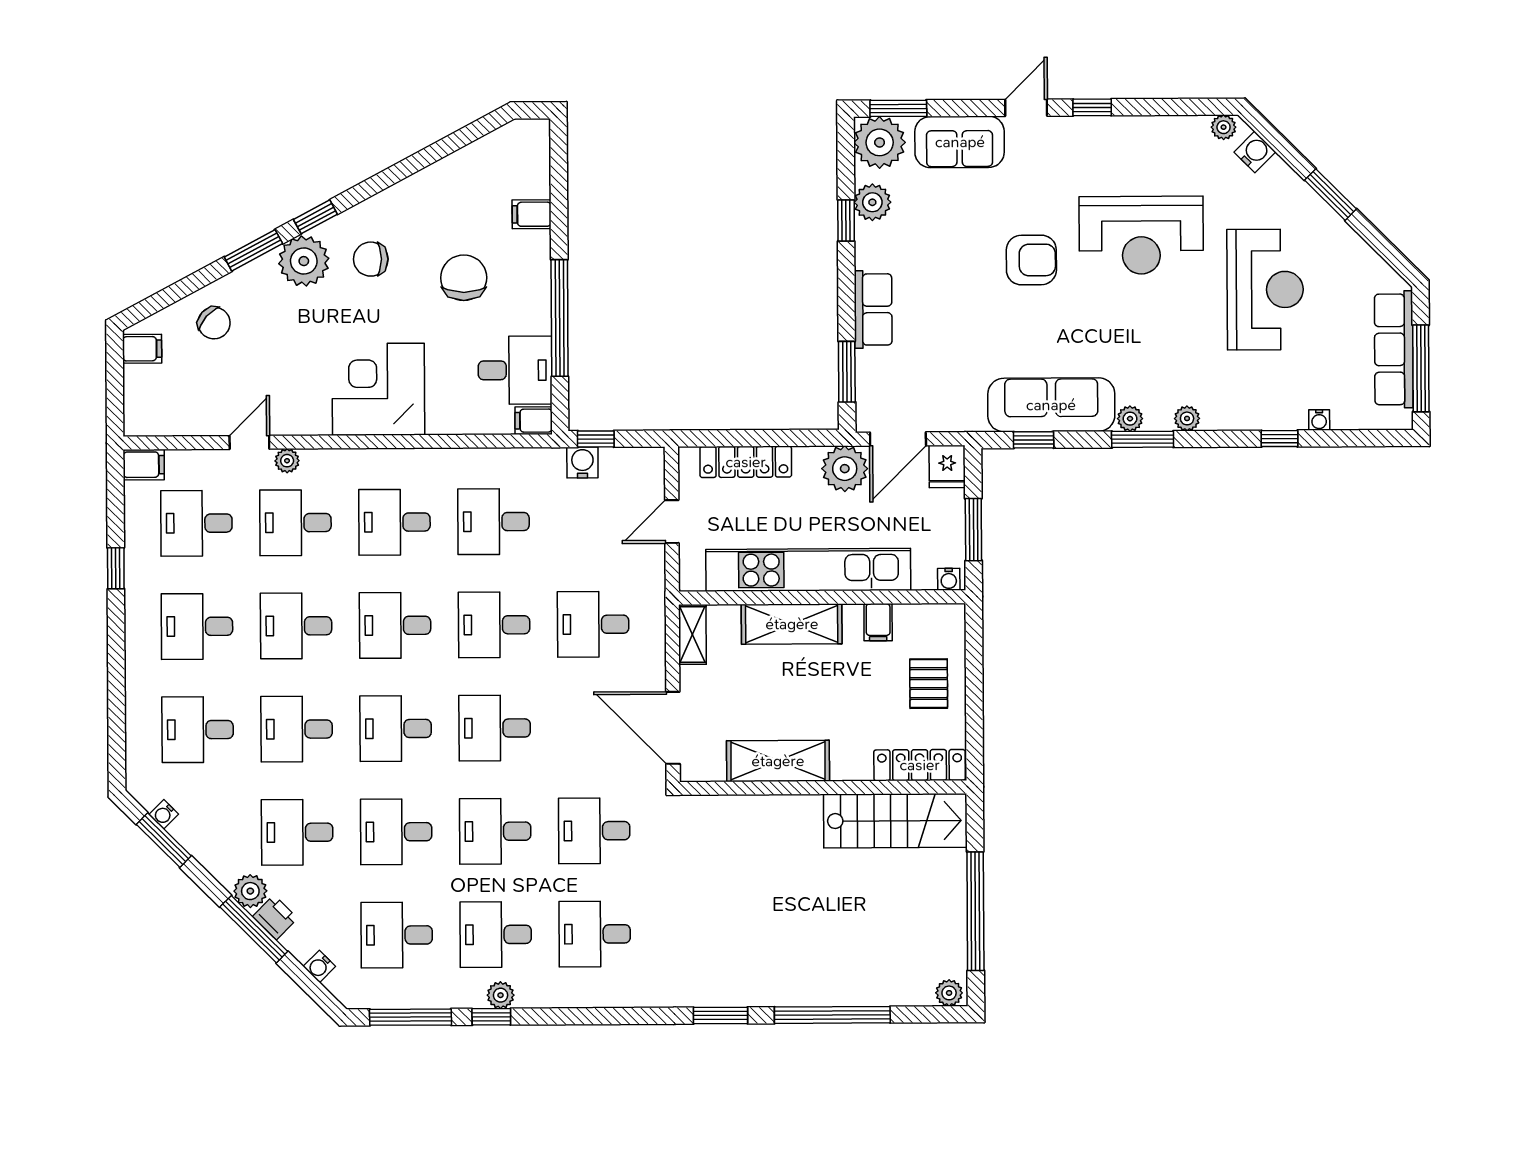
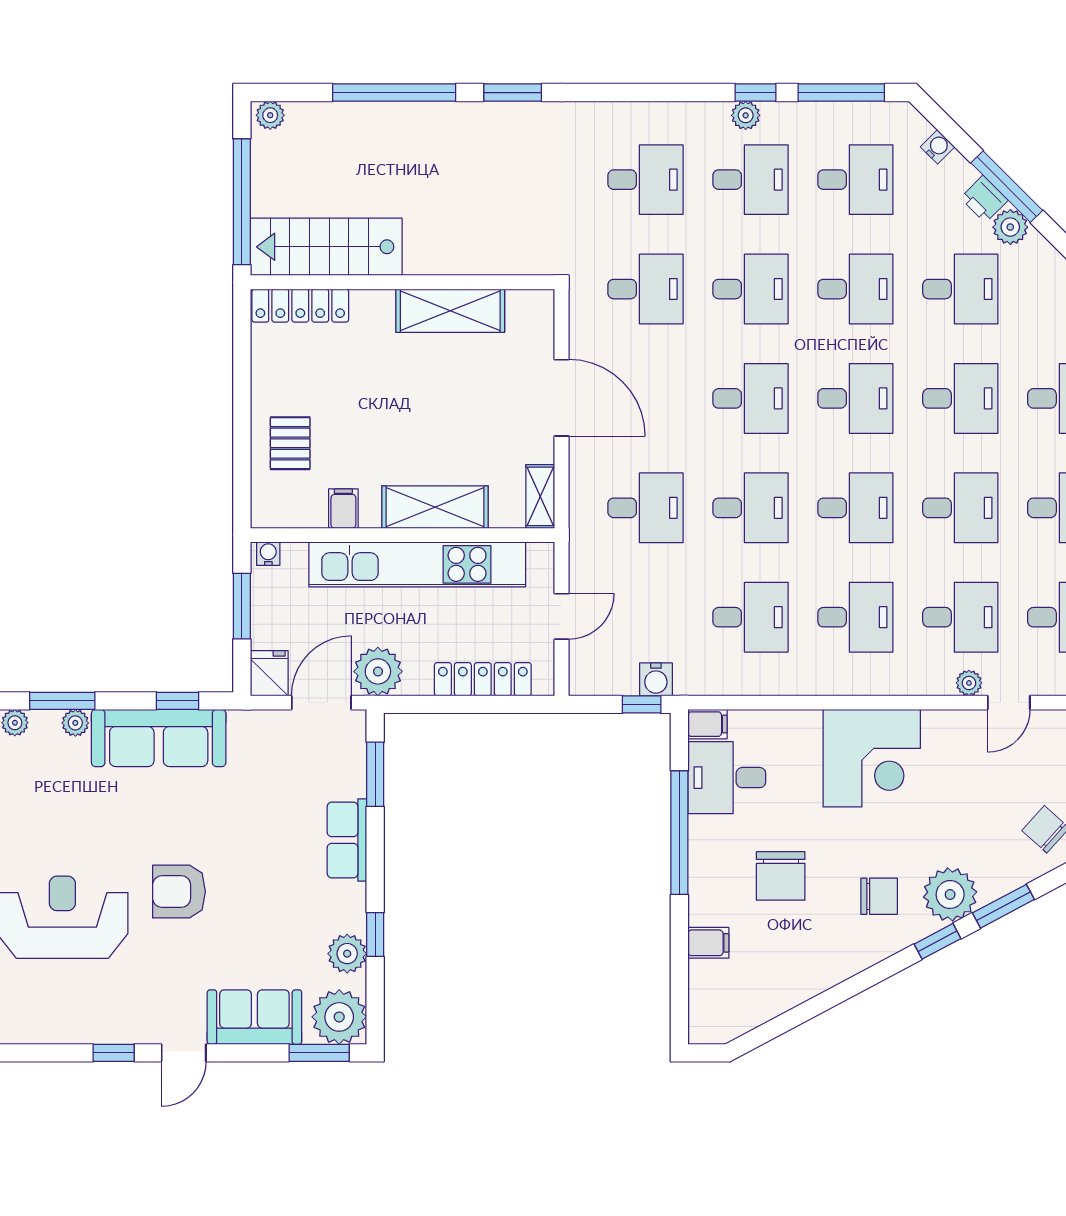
shelving: (778, 761) -> (450, 311), moved
locker: (920, 765) -> (300, 306), moved
wall: (823, 788) -> (402, 282), moved
stairs: (895, 821) -> (326, 247), moved

